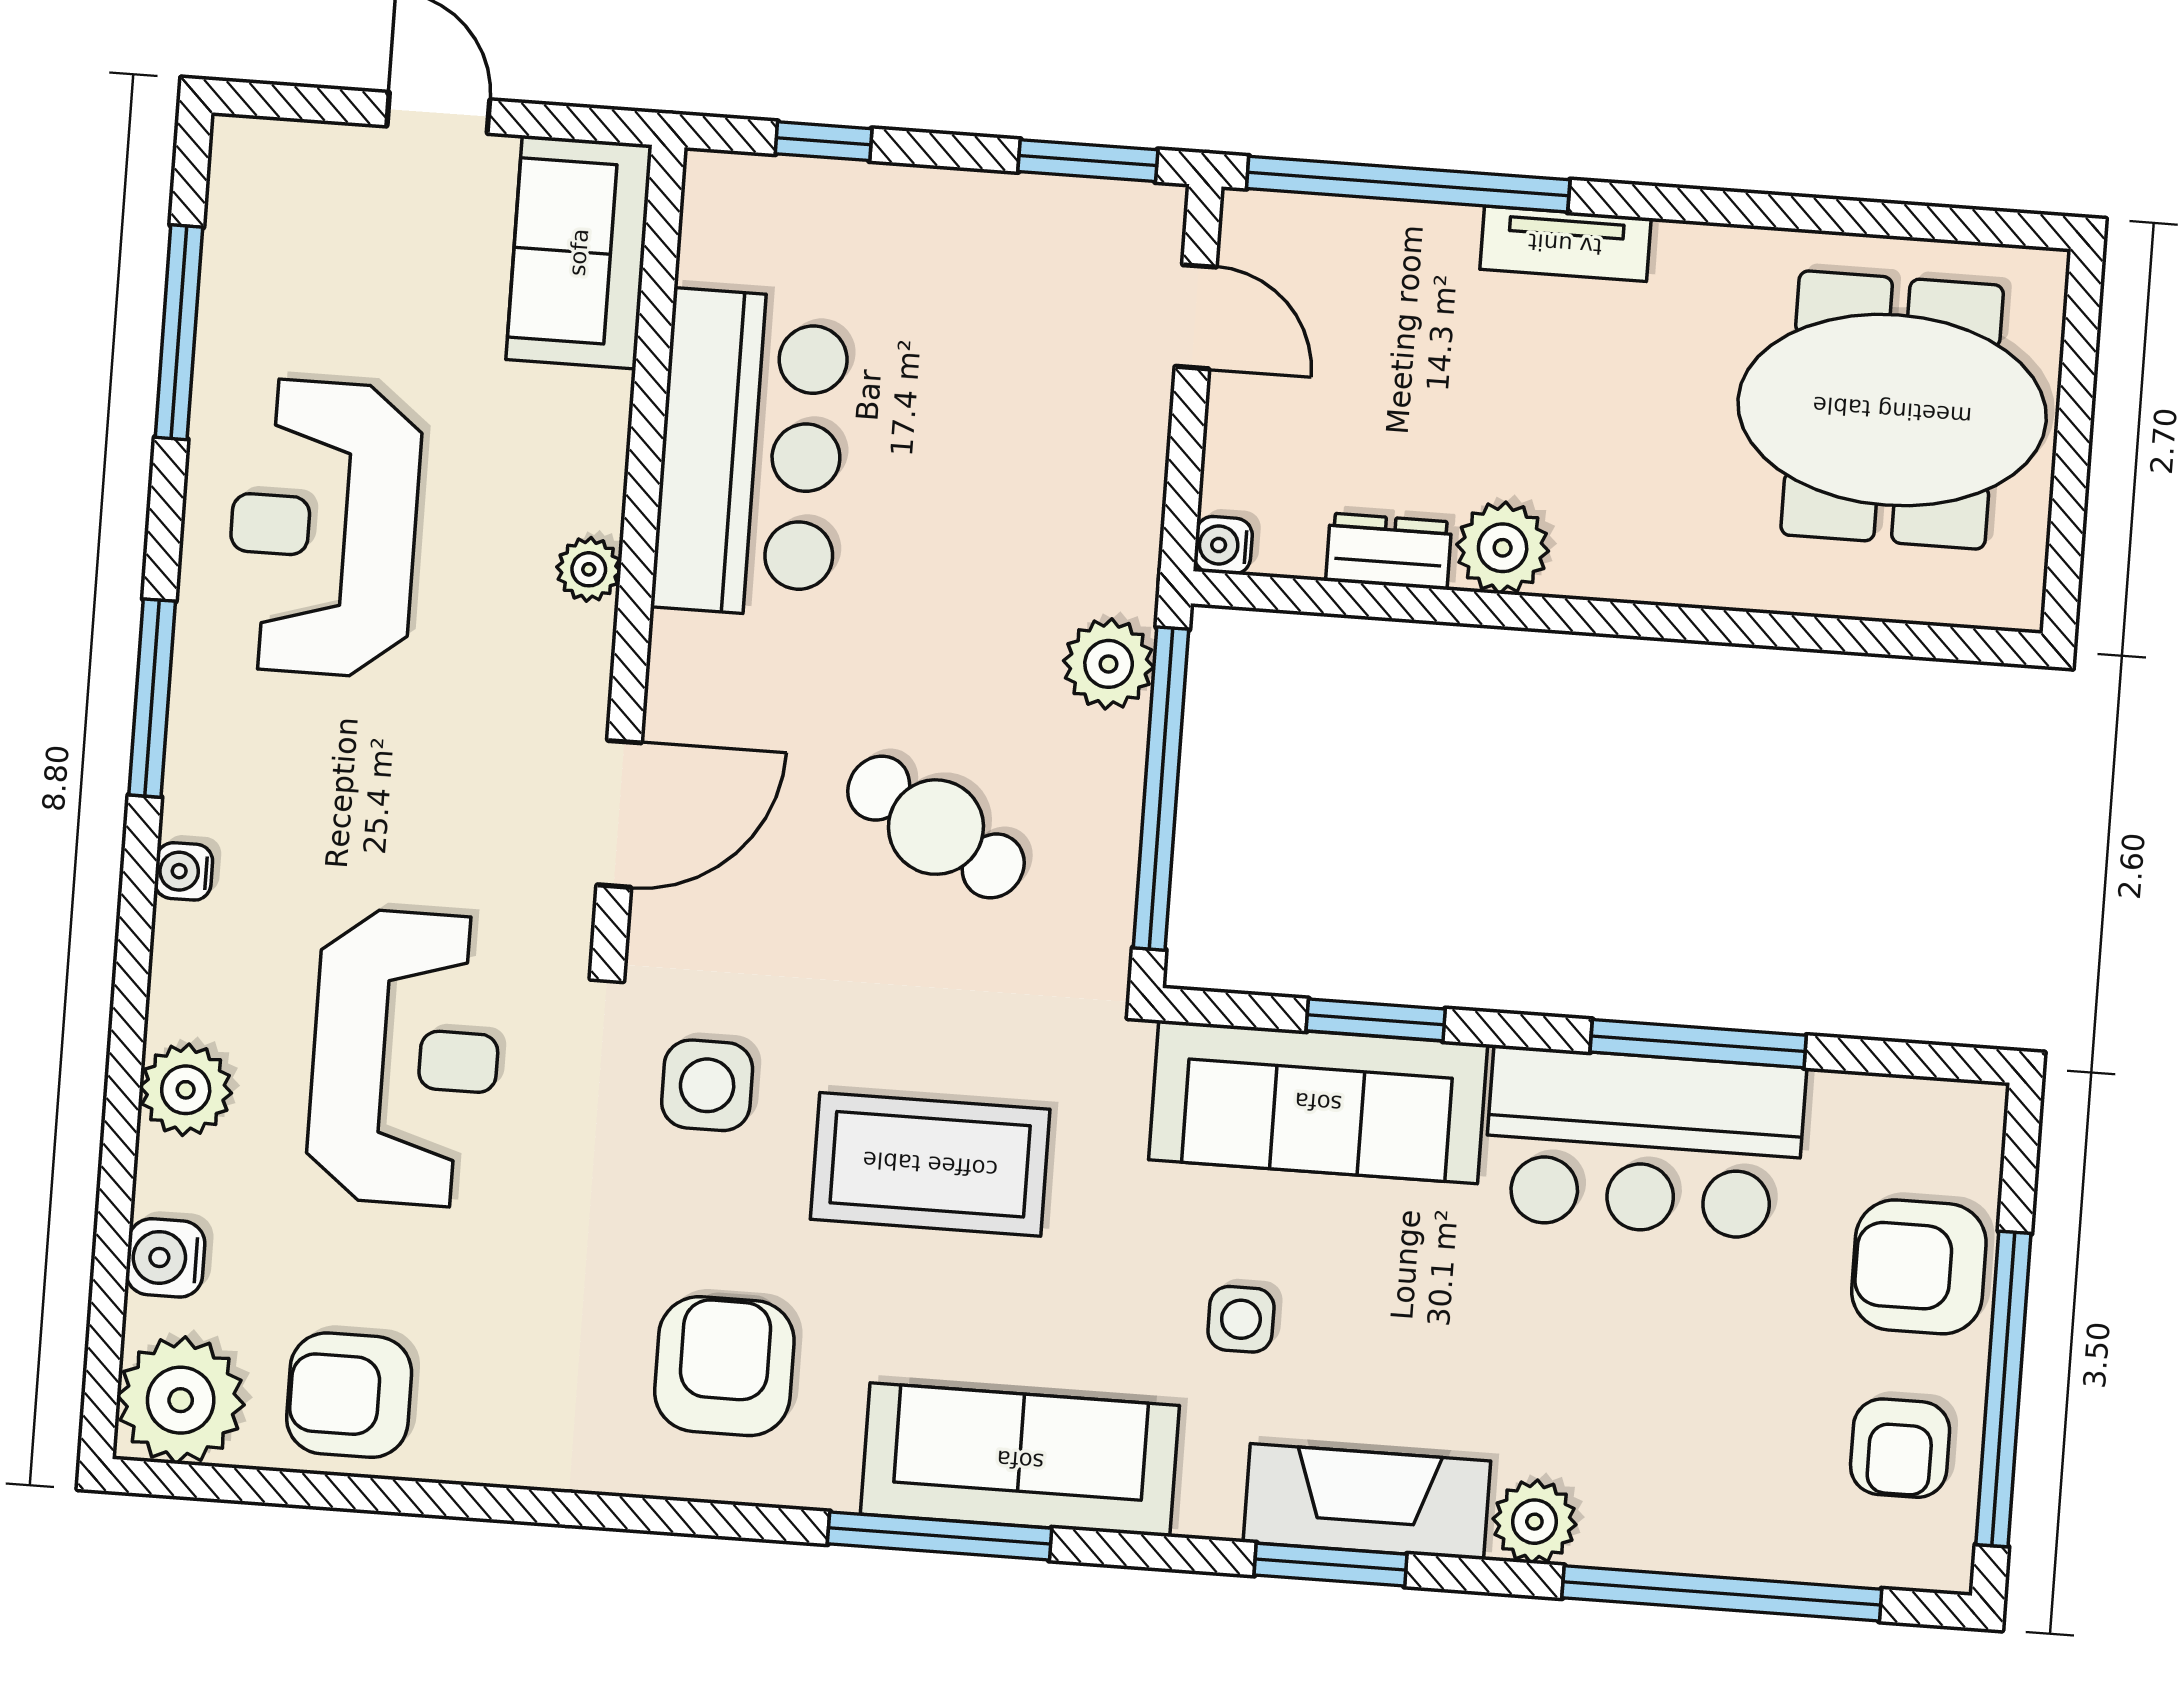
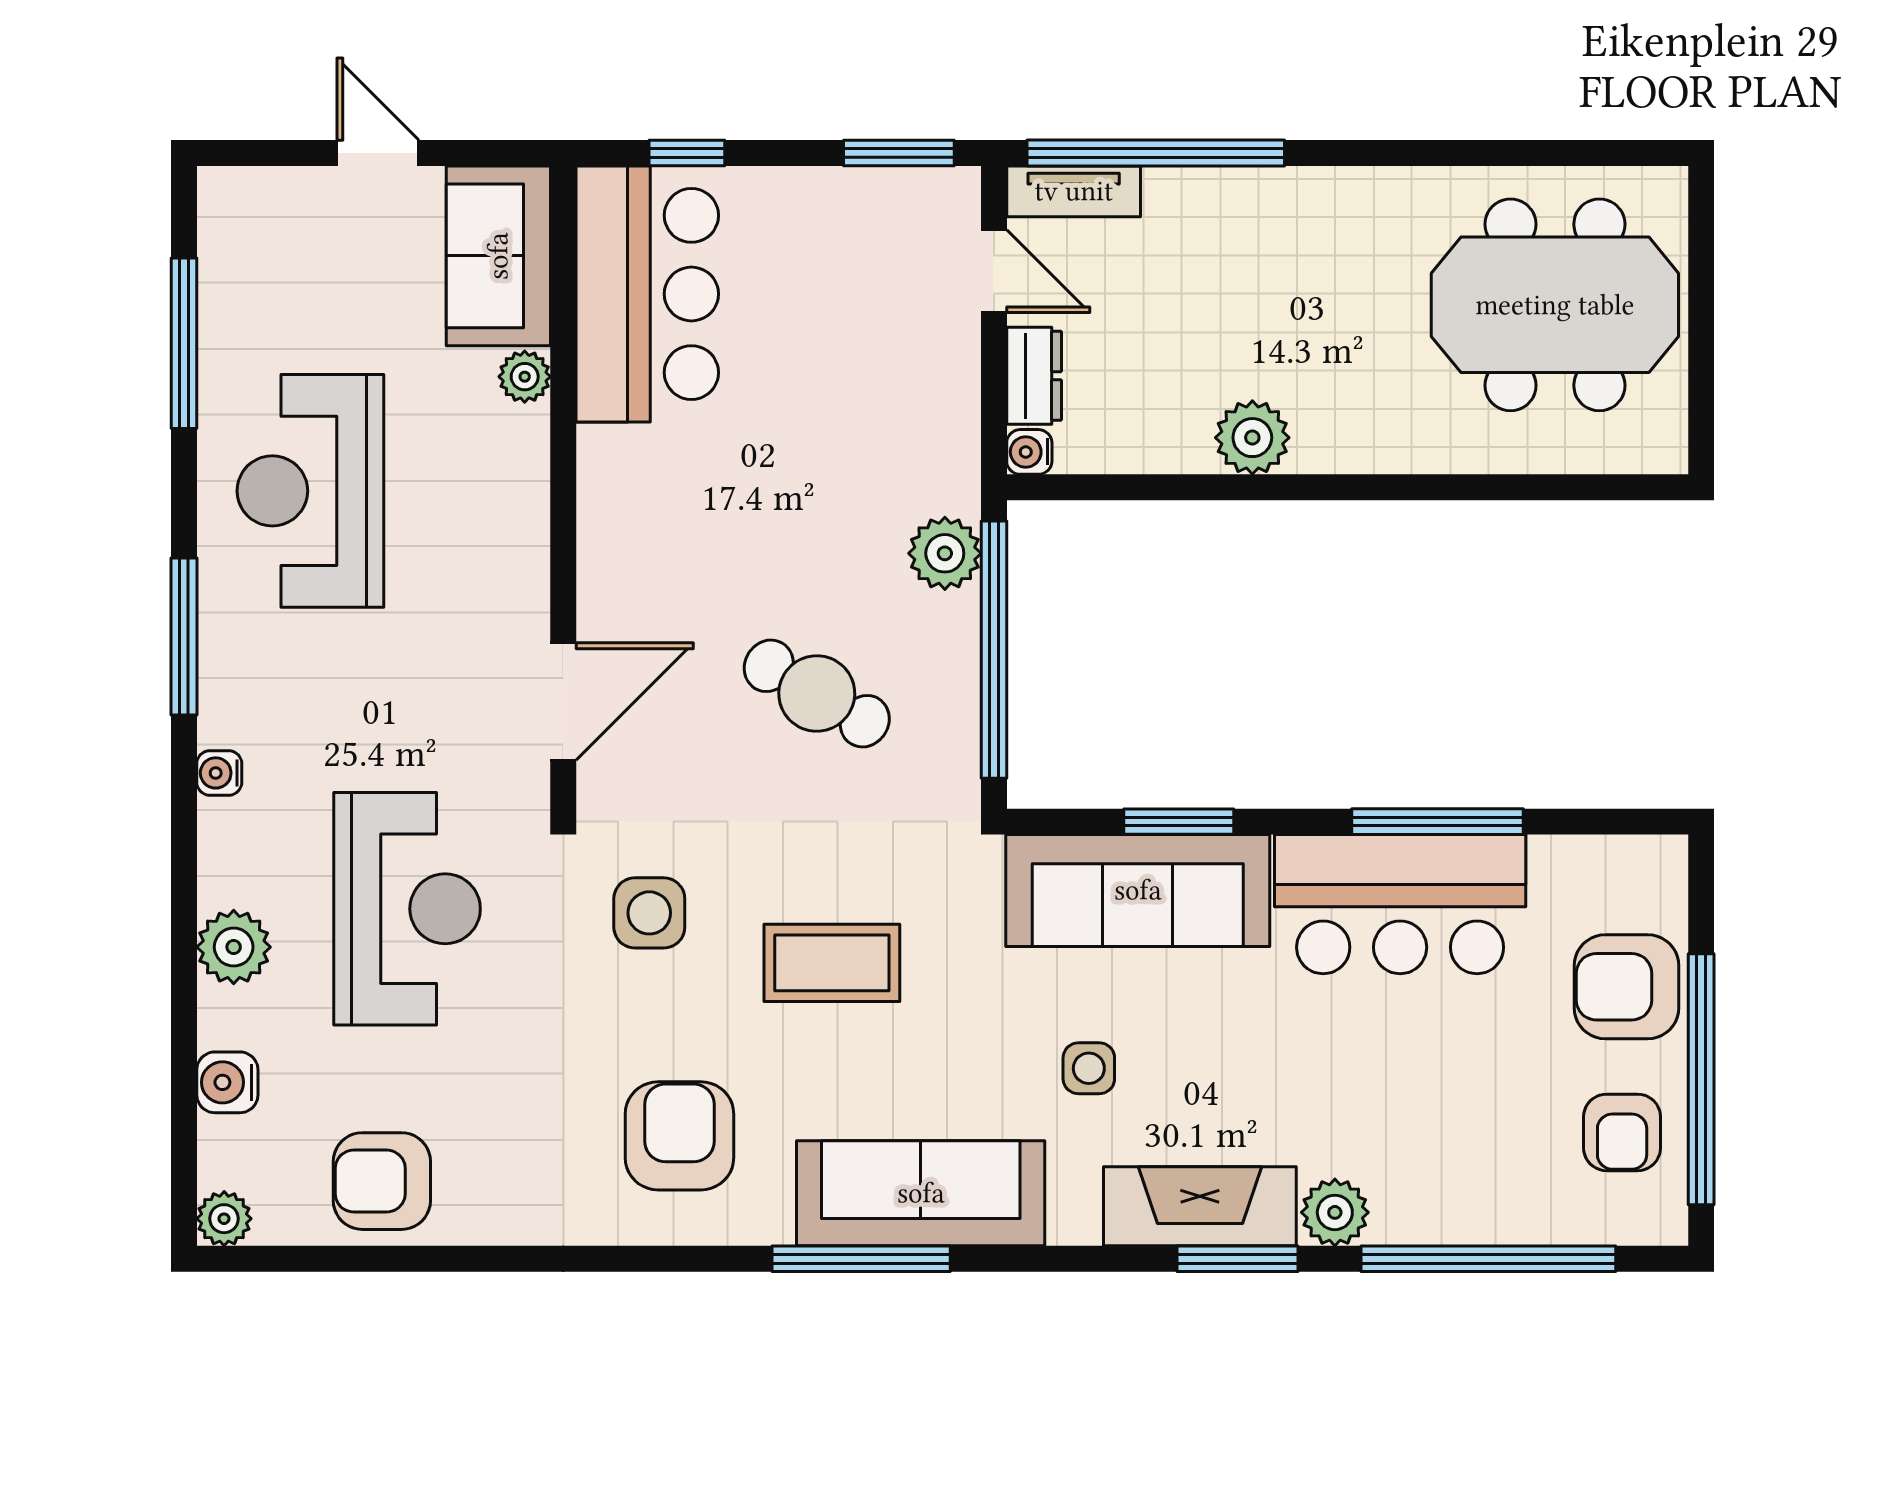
tv unit: (1565, 244) -> (1074, 191), moved
bar counter: (751, 454) -> (647, 294), moved
dresser: (1389, 551) -> (1034, 376), moved, turned 90
plant: (589, 569) -> (525, 377), moved
coffee table: (930, 1164) -> (832, 963), width x0.73, depth x0.76
plant: (181, 1400) -> (224, 1219), width x0.53, depth x0.53
window: (1330, 1565) -> (1238, 1259), moved

